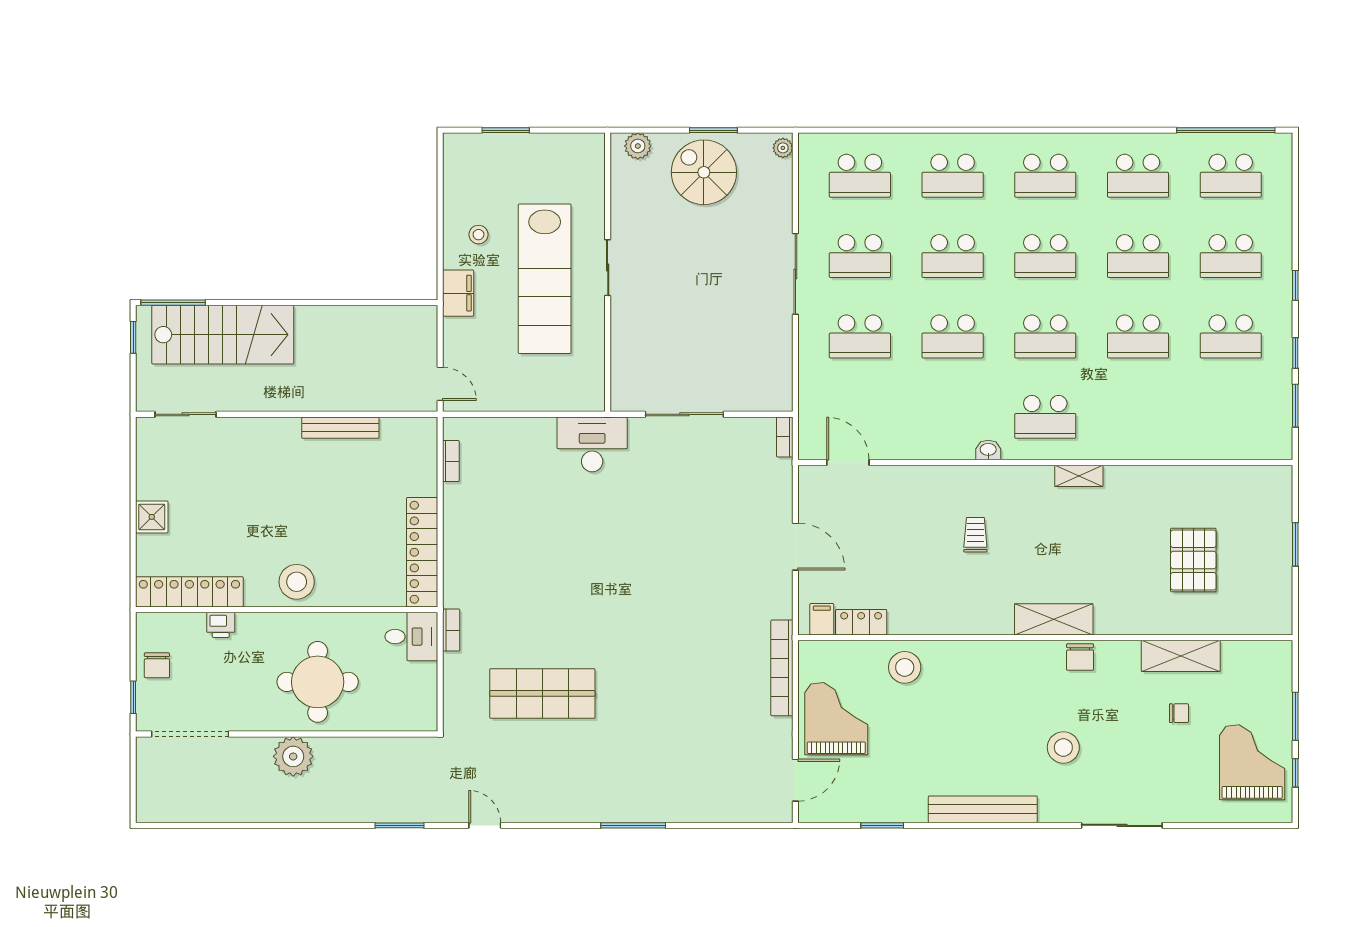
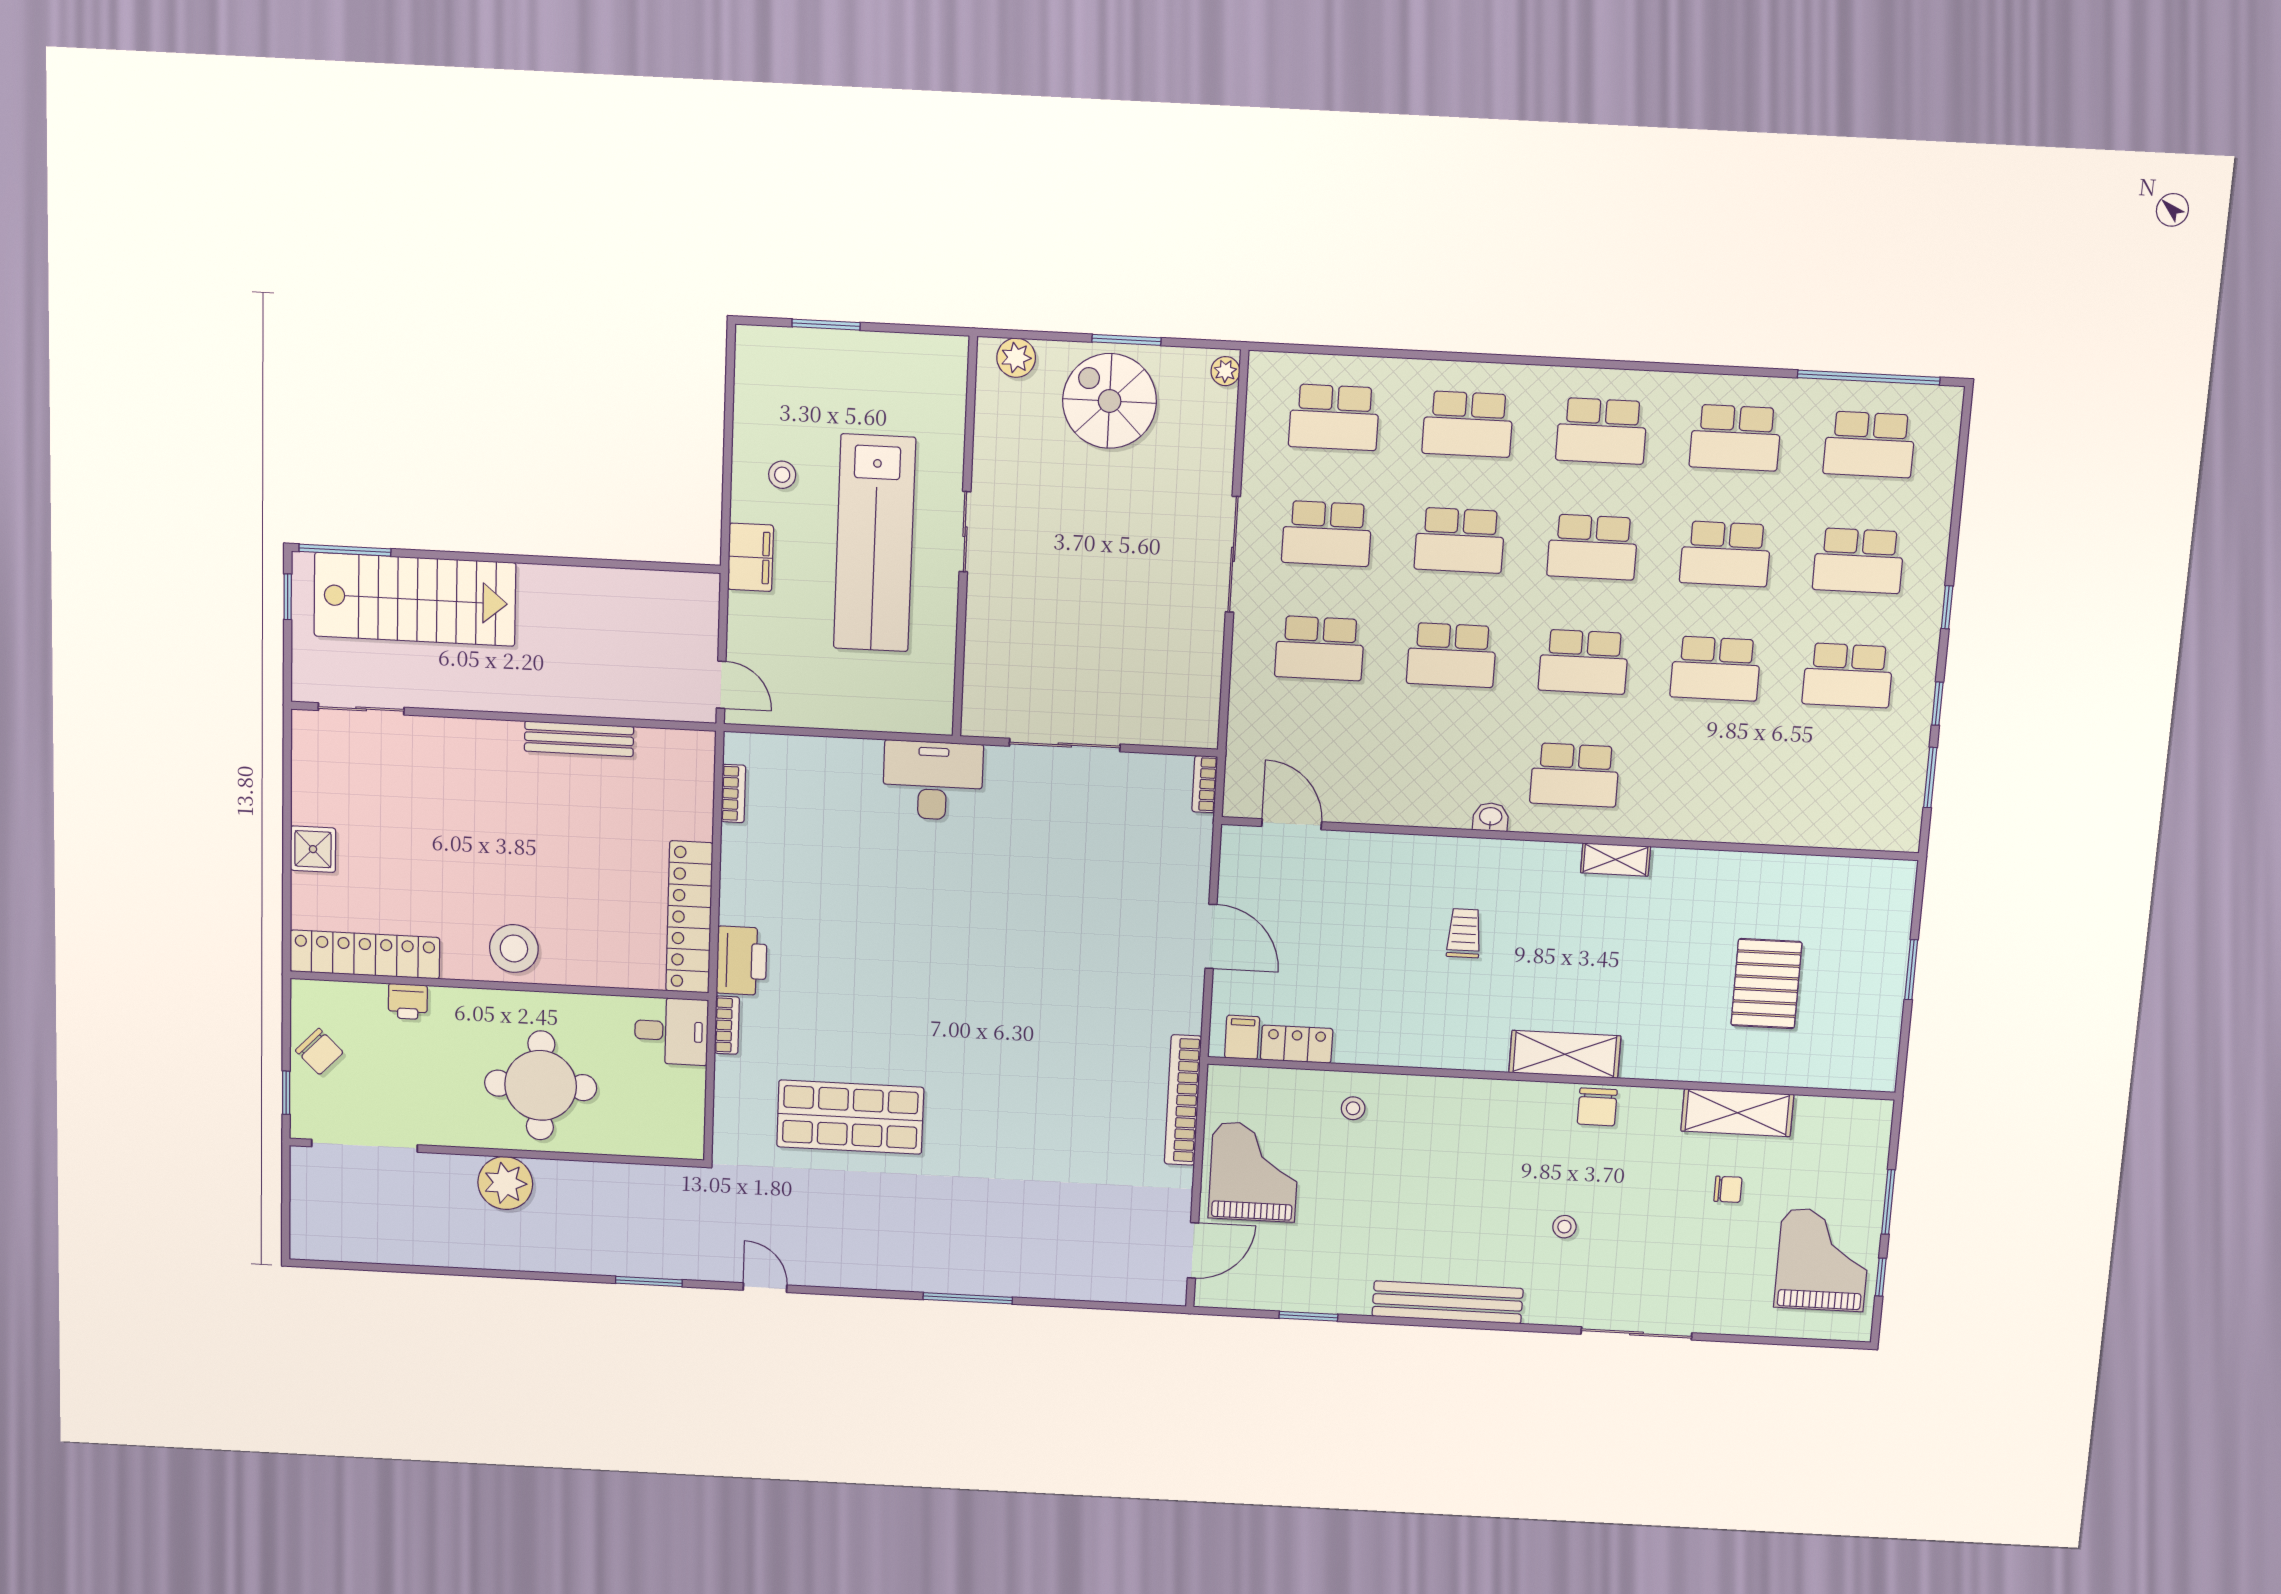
printer: (460, 582) -> (742, 961), added
chair: (157, 665) -> (319, 1051), turned -46
stool: (905, 667) -> (1353, 1108), width x0.53, depth x0.53
stool: (1063, 747) -> (1564, 1227), width x0.53, depth x0.53

